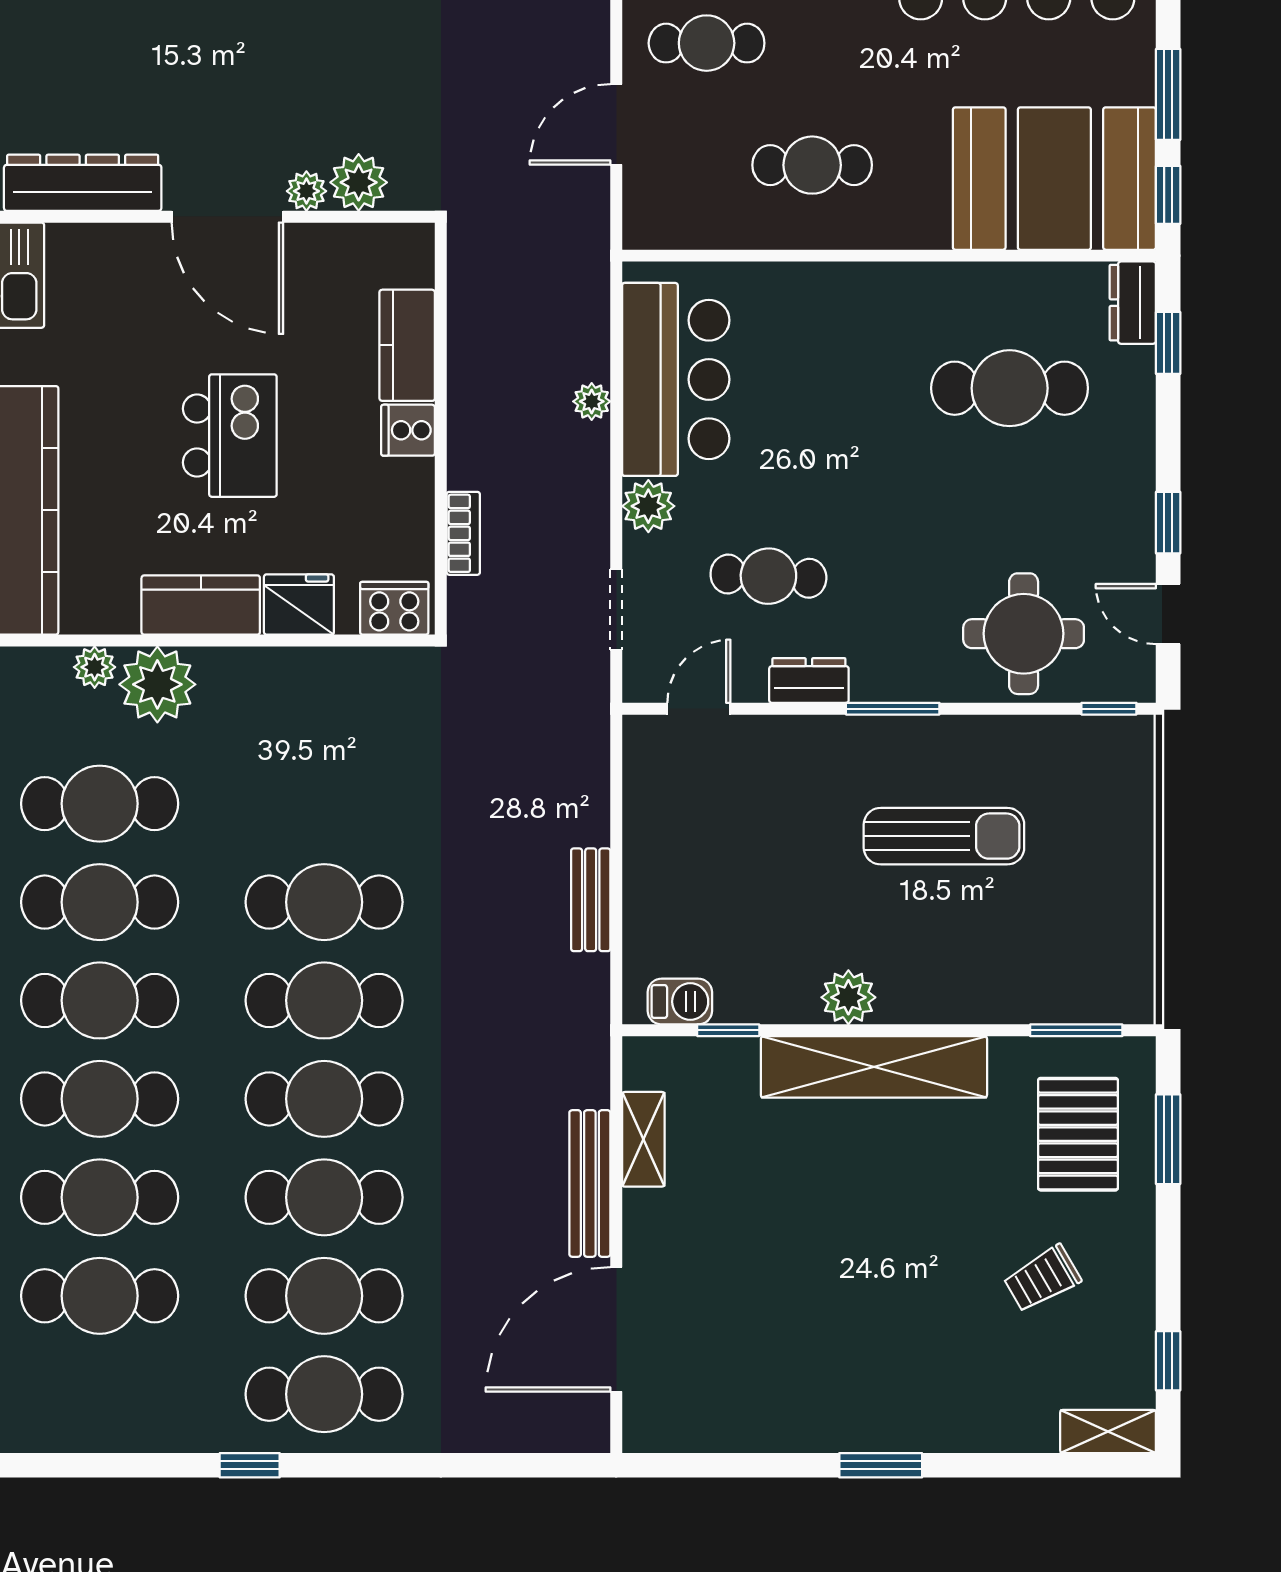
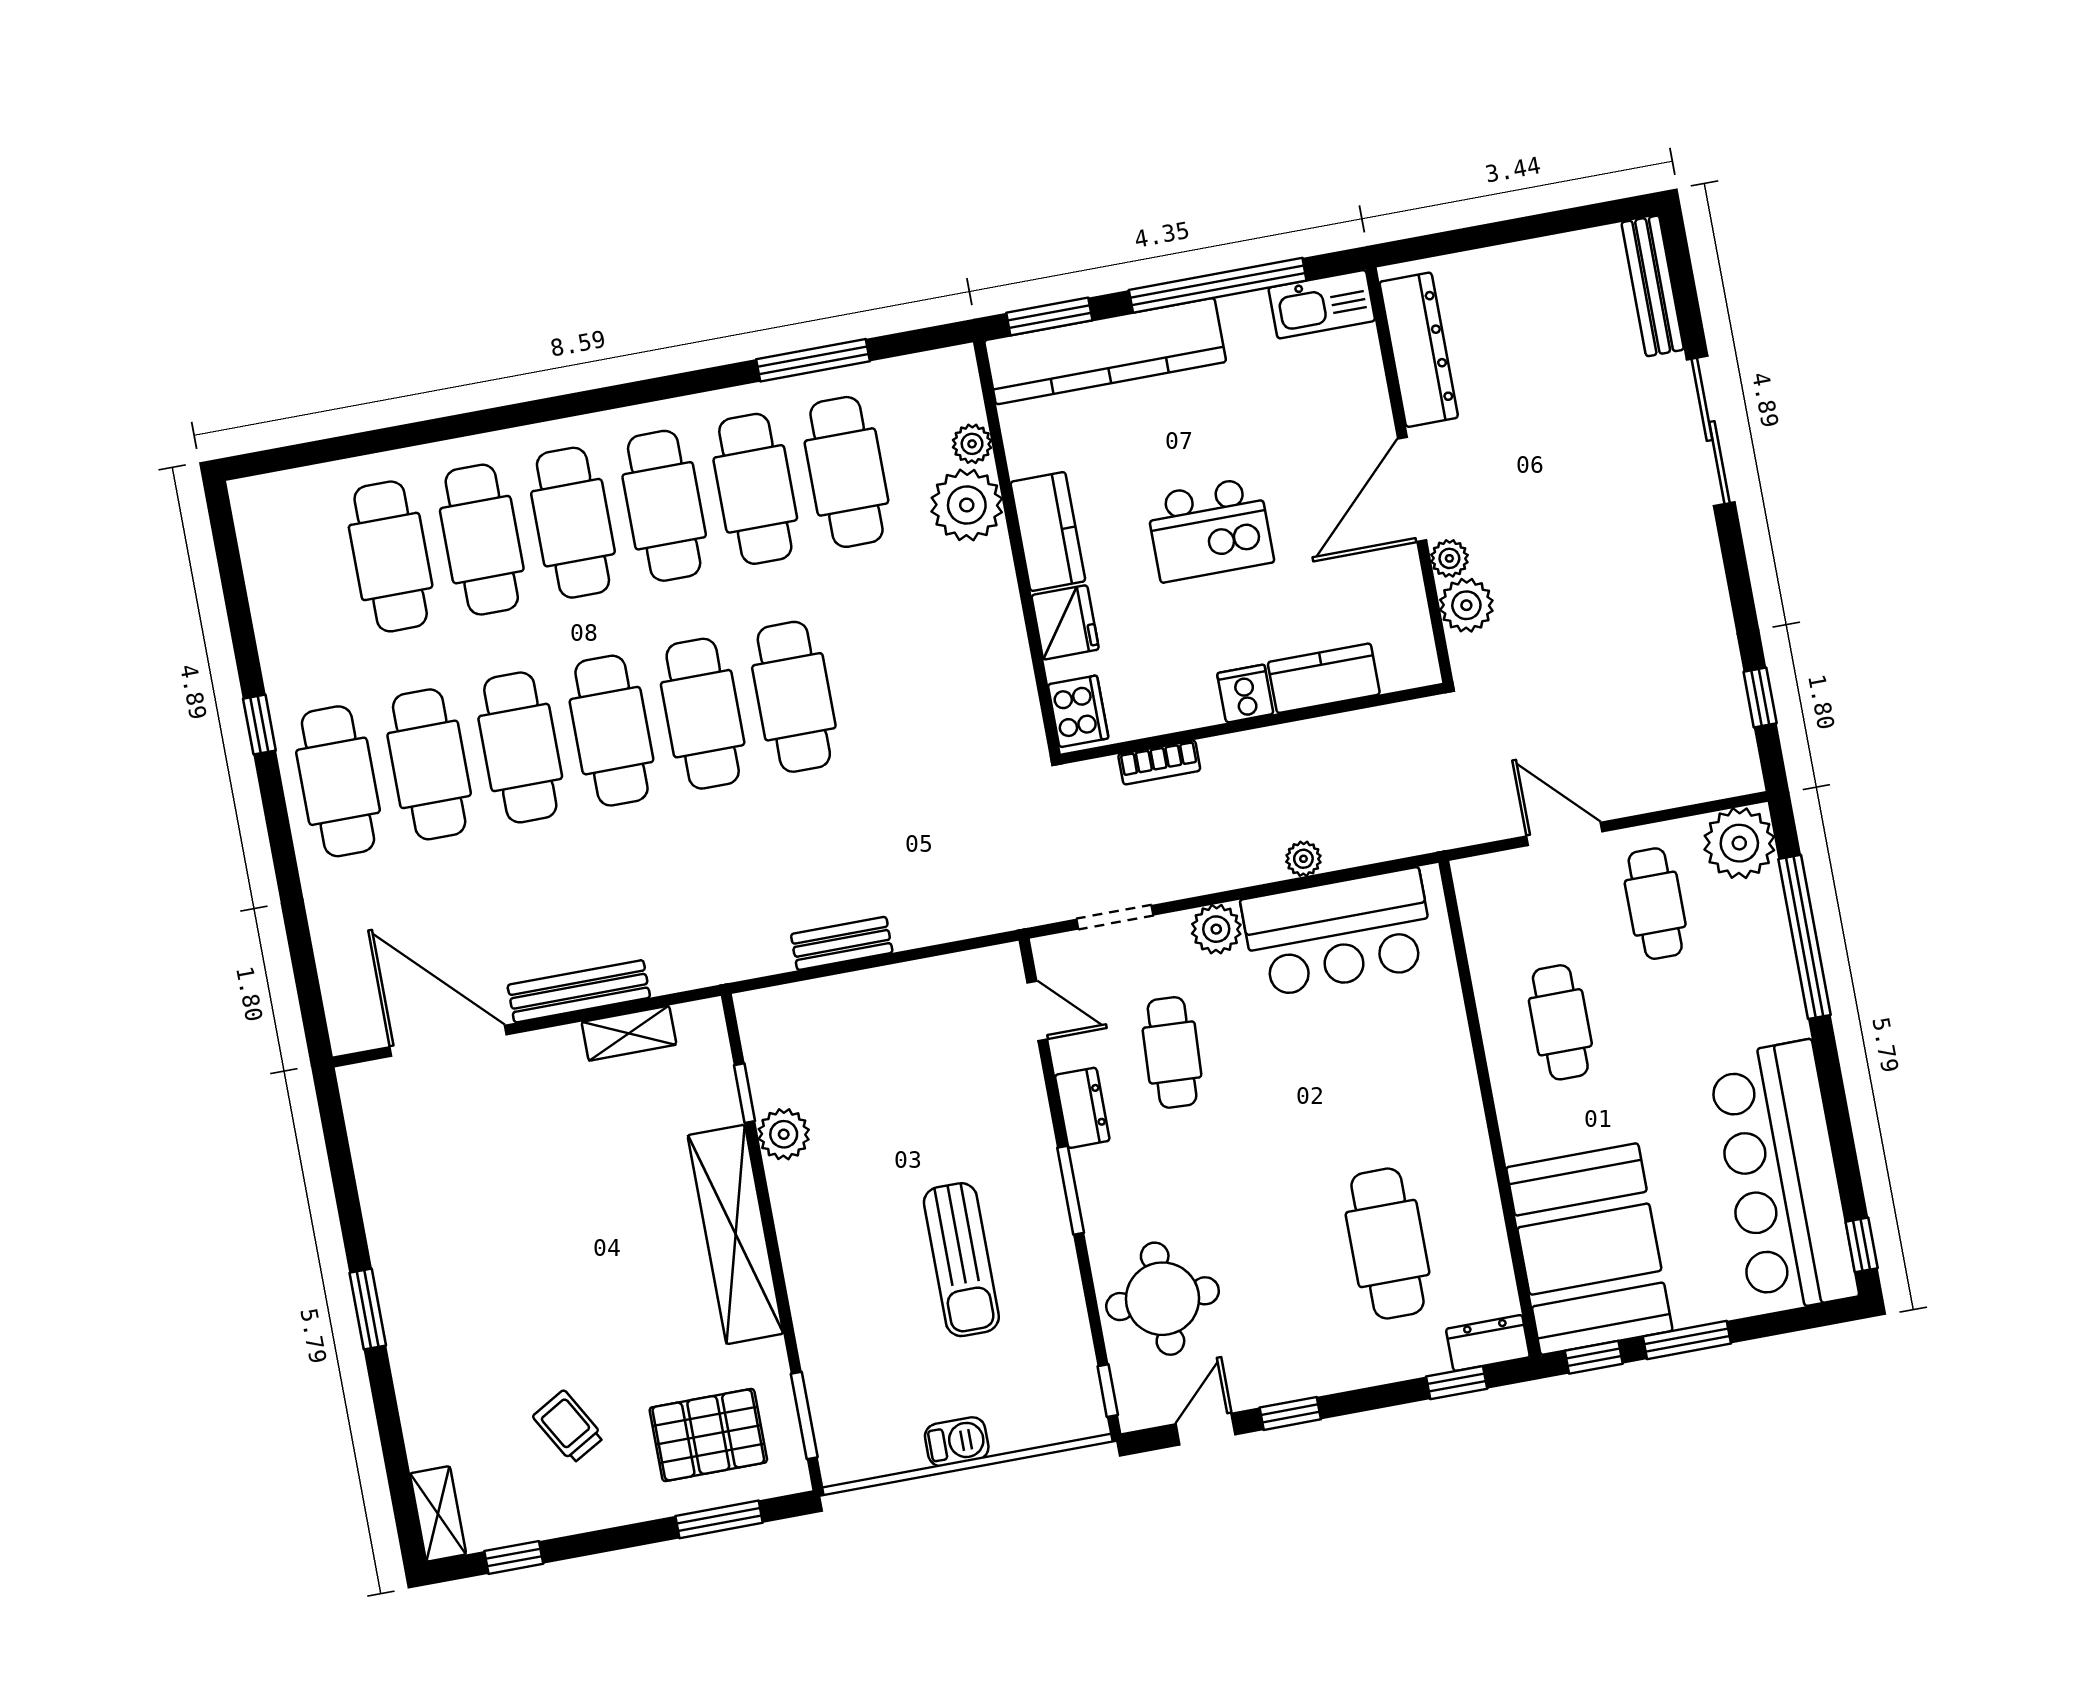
plant: (848, 997) -> (784, 1134), moved
barbecue: (680, 1002) -> (957, 1442), moved, turned -90

